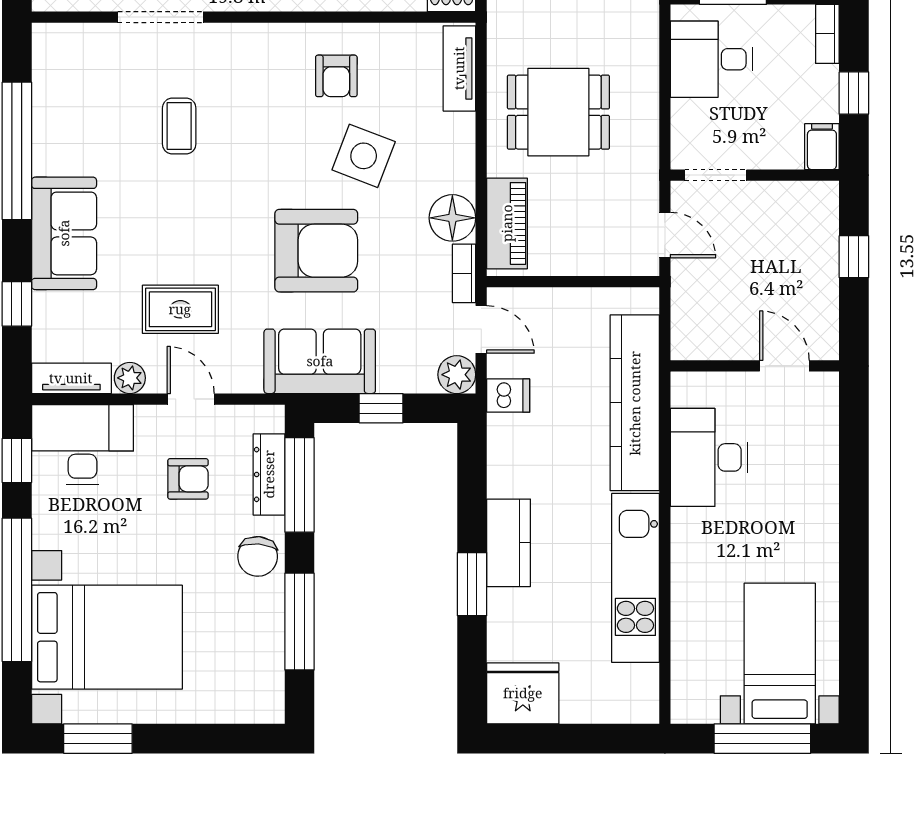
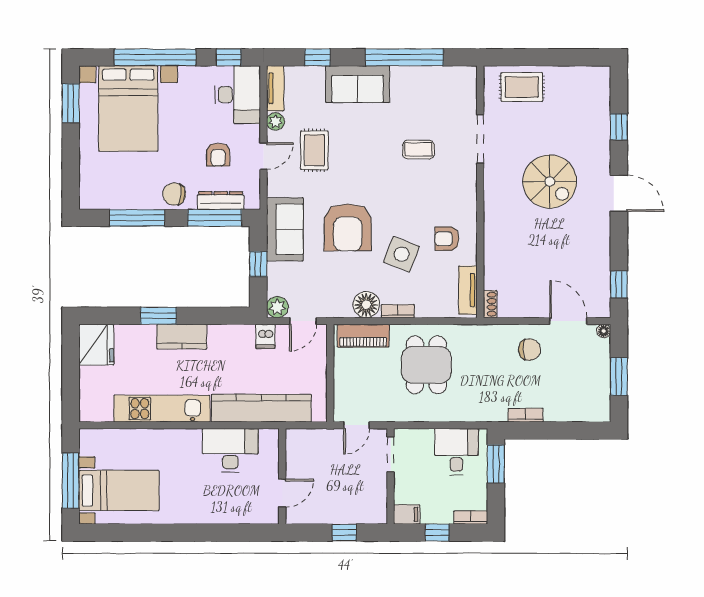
tv unit: (459, 68) -> (468, 290), moved, turned -90
bookcase: (464, 273) -> (398, 311), moved

